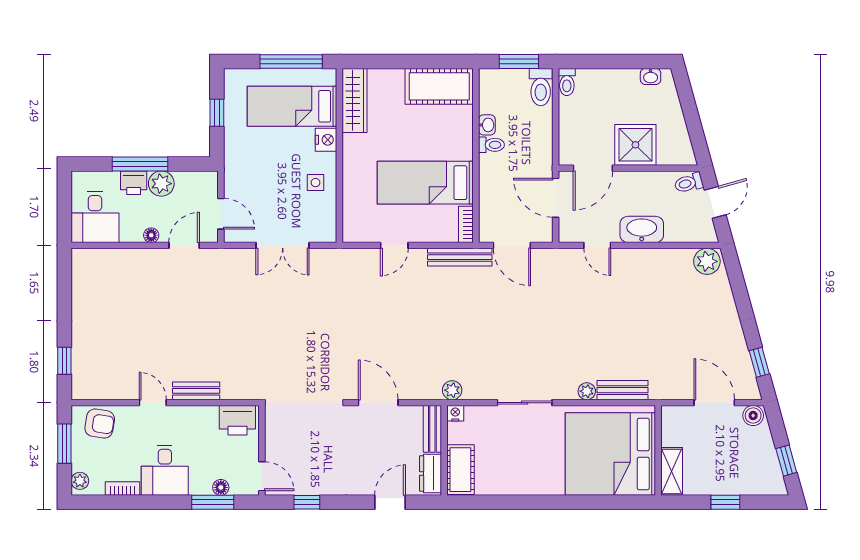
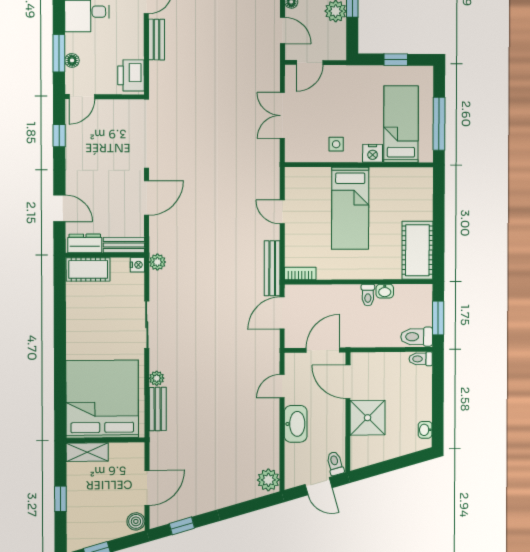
wardrobe: (355, 100) -> (406, 178), removed
bed: (425, 183) -> (350, 208), moved, turned 180

